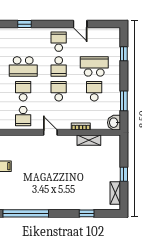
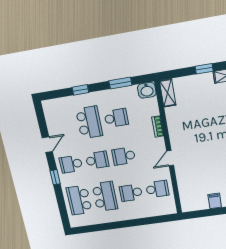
window: (25, 24) -> (55, 177), moved
school desk: (23, 42) -> (79, 200), added
window: (124, 54) -> (80, 90), moved
school desk: (94, 66) -> (89, 122), turned 180
school desk: (94, 91) -> (116, 118), turned 180
shelving: (89, 140) -> (168, 93), moved

